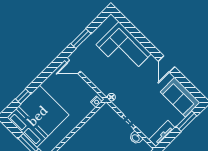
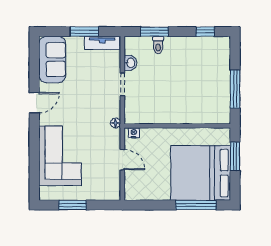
window: (81, 39) -> (73, 205), moved
door: (74, 67) -> (122, 160), moved
window: (23, 96) -> (196, 205), width x2.17
window: (187, 121) -> (84, 32), moved

